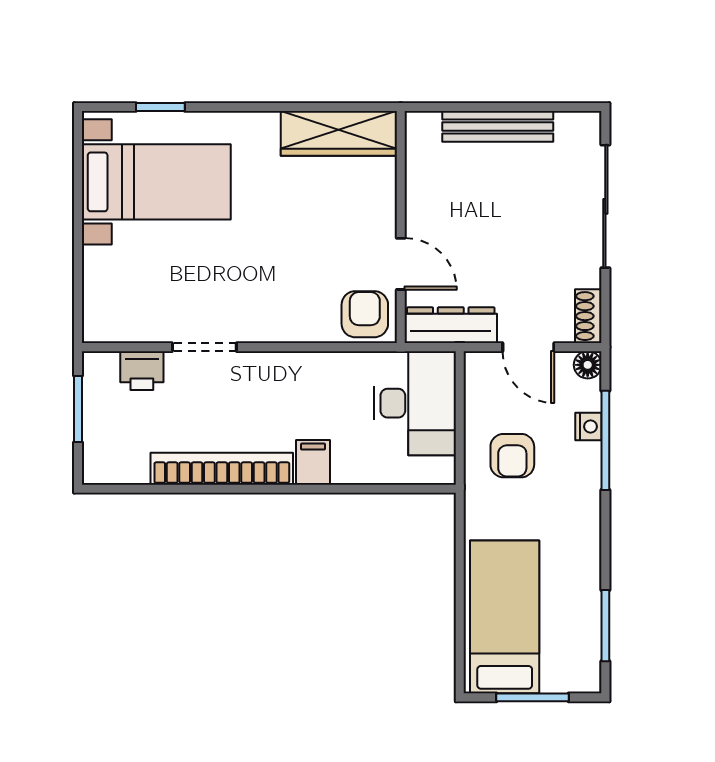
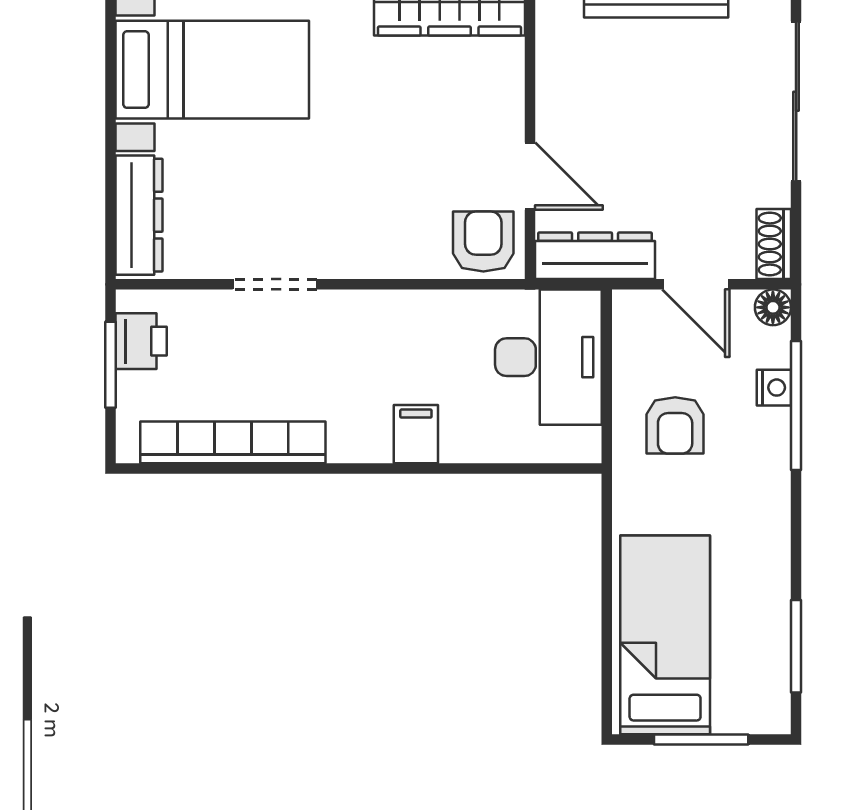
dresser: (100, 294) -> (139, 215), added
printer: (142, 371) -> (141, 341), moved, turned -90
bookcase: (222, 469) -> (233, 442), moved

